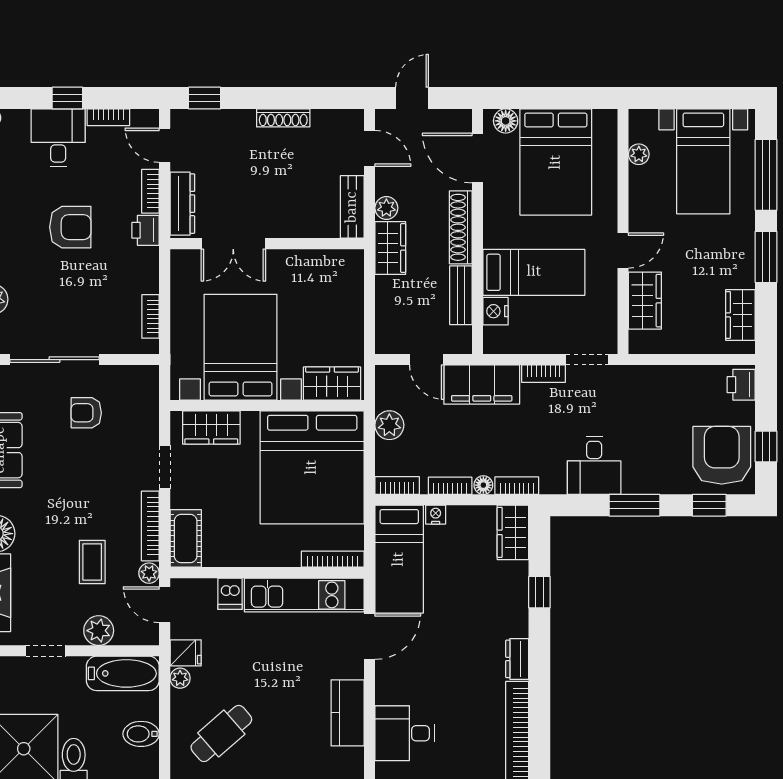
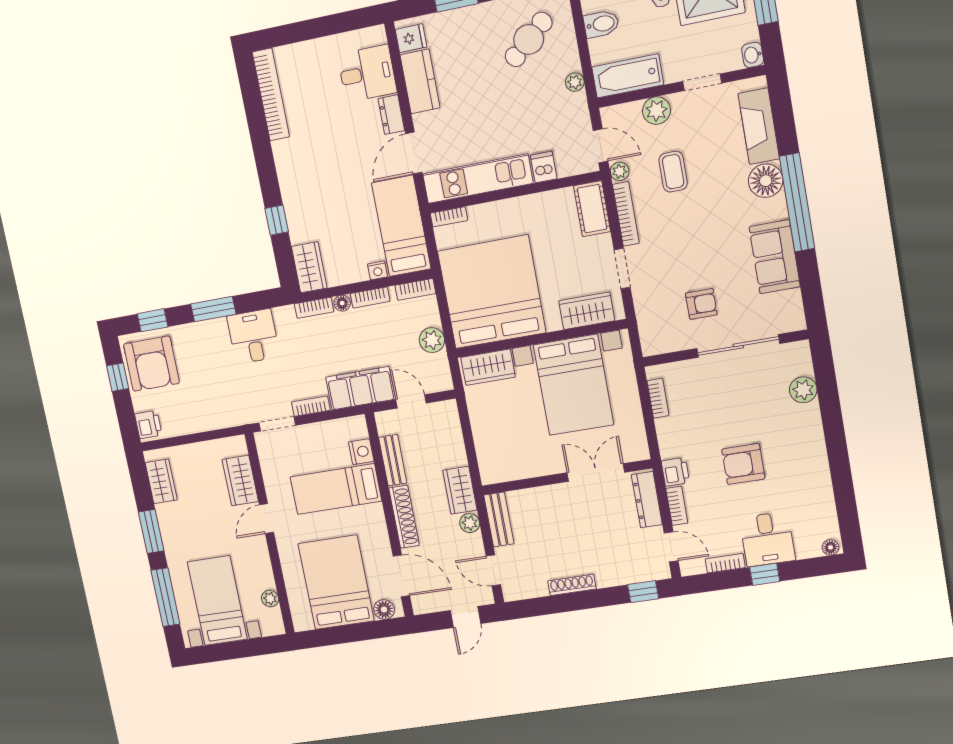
bookcase: (333, 559) -> (449, 217), width x0.64
fridge: (186, 653) -> (411, 38), moved, turned 180
dresser: (517, 659) -> (391, 115), moved, turned 180

